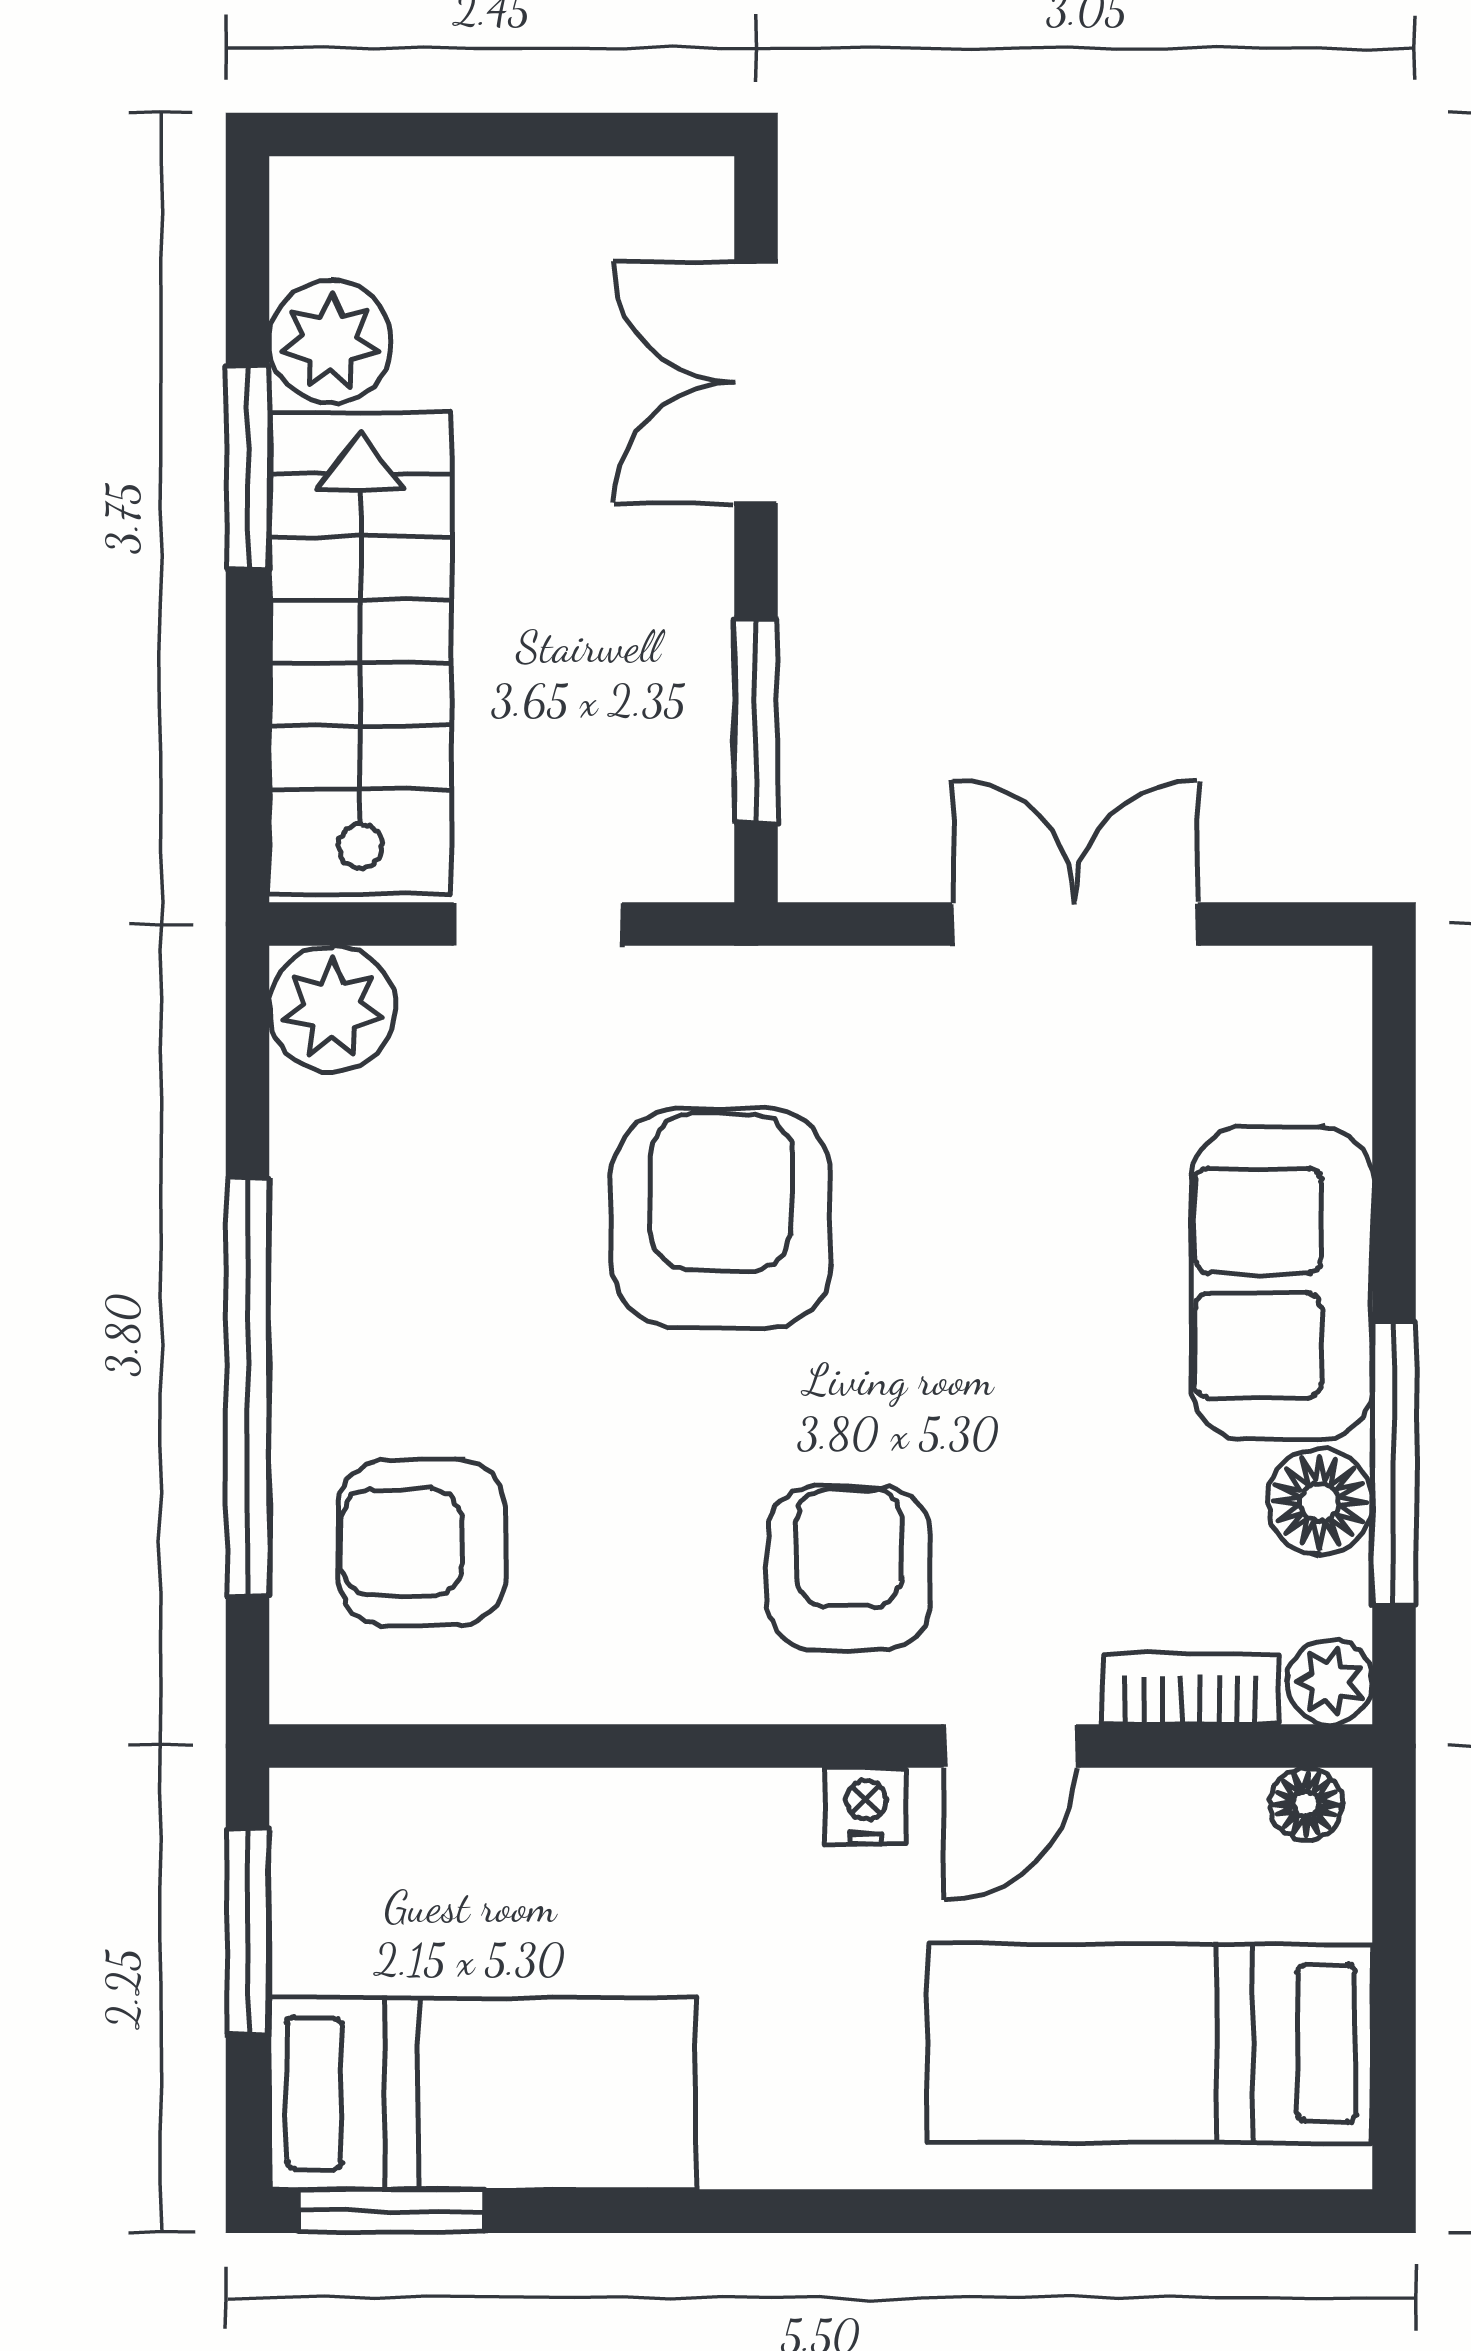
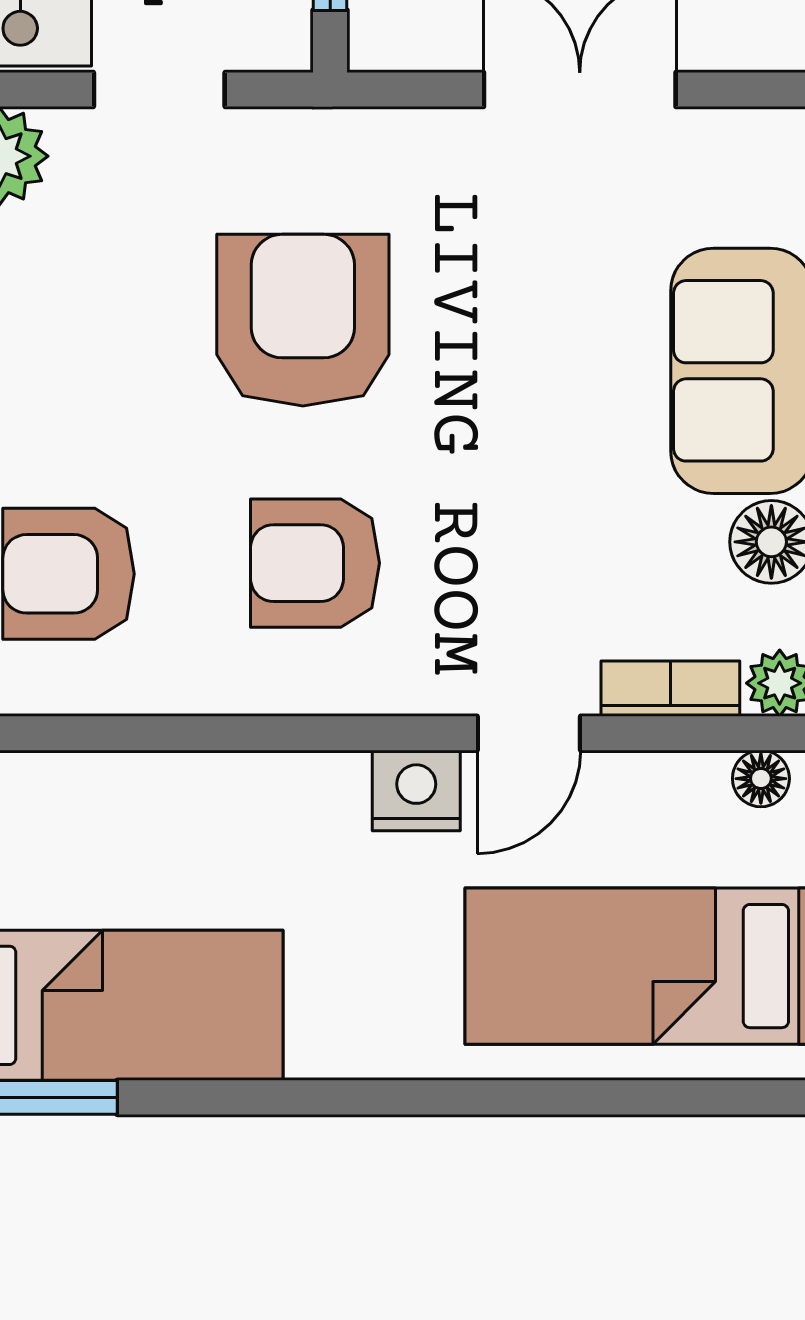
armchair: (849, 1568) -> (315, 563), moved, turned -90
nightstand: (866, 1806) -> (416, 791), width x1.39, depth x1.35

